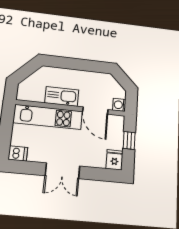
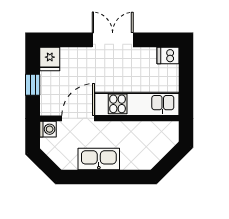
kitchen sink: (62, 96) -> (99, 159), moved, turned 180
door: (95, 111) -> (78, 118), hinge flipped

